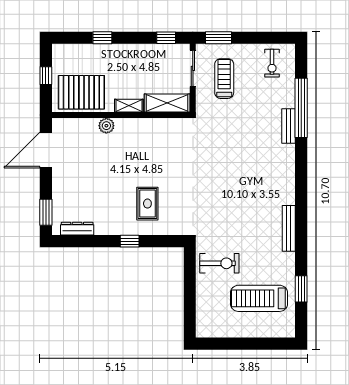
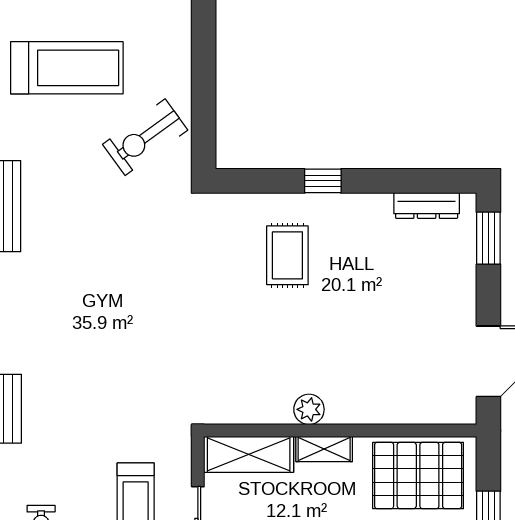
plant: (106, 126) -> (309, 409), moved
exercise bike: (219, 263) -> (145, 137), turned -36

